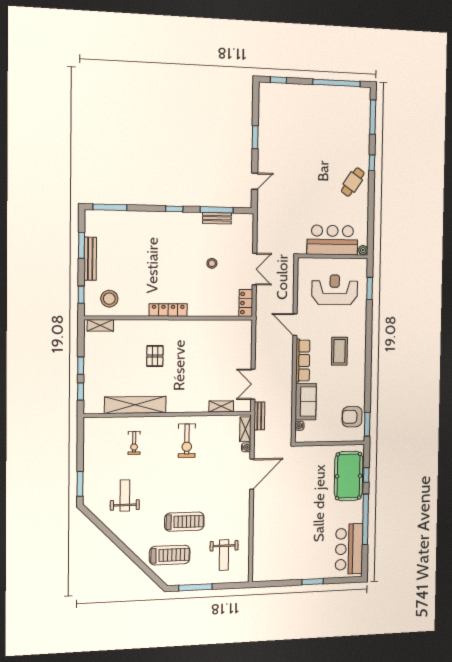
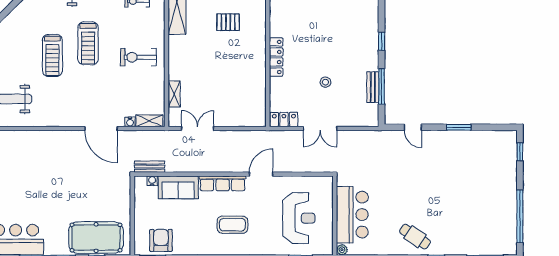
locker: (168, 310) -> (276, 57), moved
bench: (259, 416) -> (150, 167), moved
treadmill: (170, 555) -> (88, 43), moved

